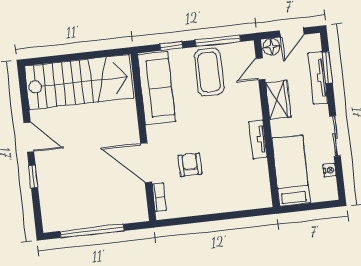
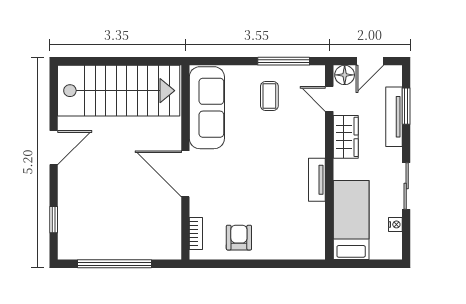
window: (171, 46) -> (229, 61), removed
door: (261, 69) -> (329, 99), hinge flipped
coffee table: (209, 72) -> (269, 96), width x0.54, depth x0.58
door: (29, 137) -> (54, 148), hinge flipped
door: (146, 163) -> (185, 174), moved
armchair: (190, 165) -> (239, 238), moved
window: (33, 177) -> (54, 220), moved

